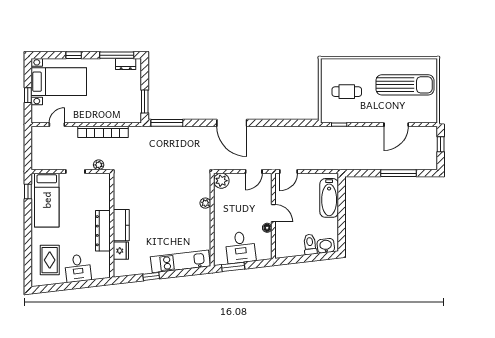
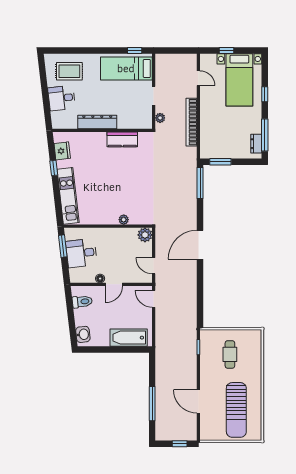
kitchen counter: (121, 225) -> (122, 139), moved
toilet: (310, 244) -> (82, 302), moved
fridge: (121, 251) -> (62, 151), moved, turned -97

